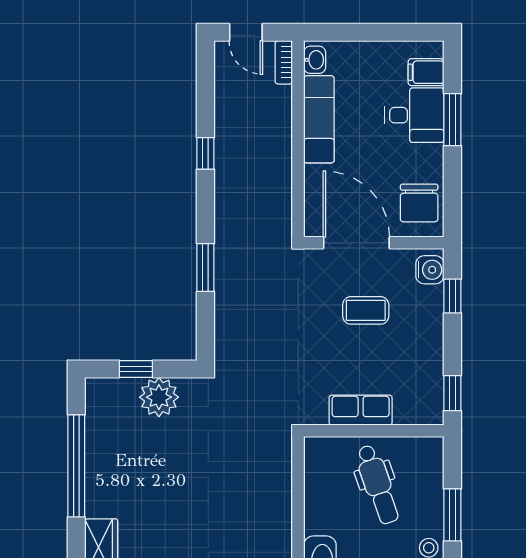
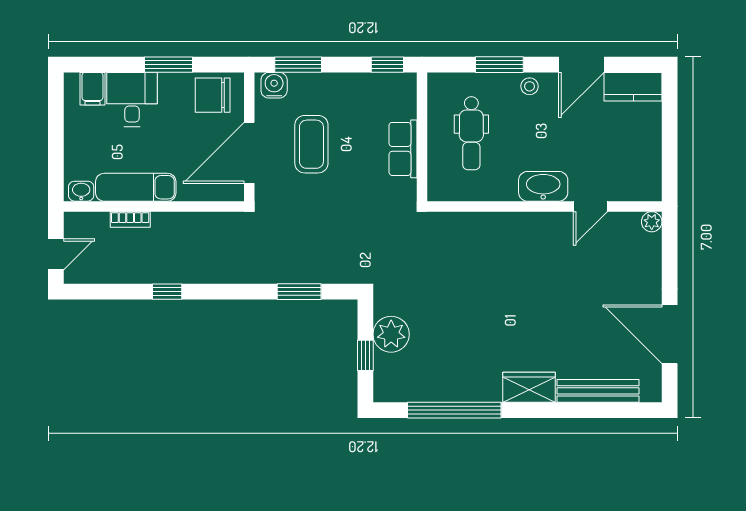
bookcase: (284, 62) -> (130, 220), moved
window: (452, 120) -> (169, 65), moved
chair: (419, 203) -> (213, 95), turned 180
window: (205, 268) -> (299, 292), moved
window: (452, 296) -> (298, 65), width x1.50
coffee table: (366, 310) -> (311, 144), width x1.36, depth x1.30
dental chair: (378, 484) -> (471, 133), turned 109

